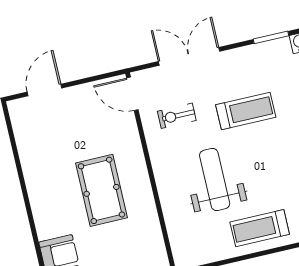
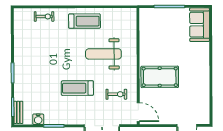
weight bench: (215, 179) -> (103, 54), turned 90
pool table: (101, 190) -> (160, 77), moved, turned 90

